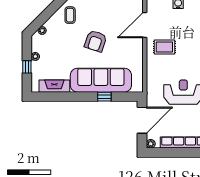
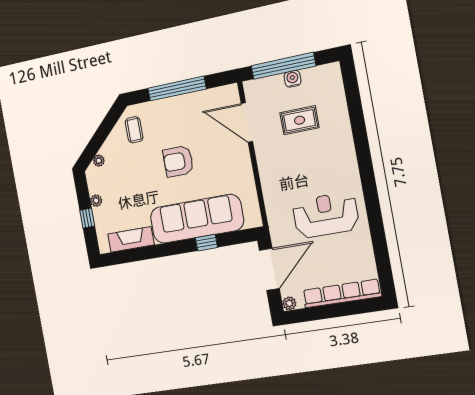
door: (145, 25) -> (247, 123), hinge flipped
armchair: (96, 41) -> (178, 161), turned 71
rug: (164, 47) -> (300, 120), moved

